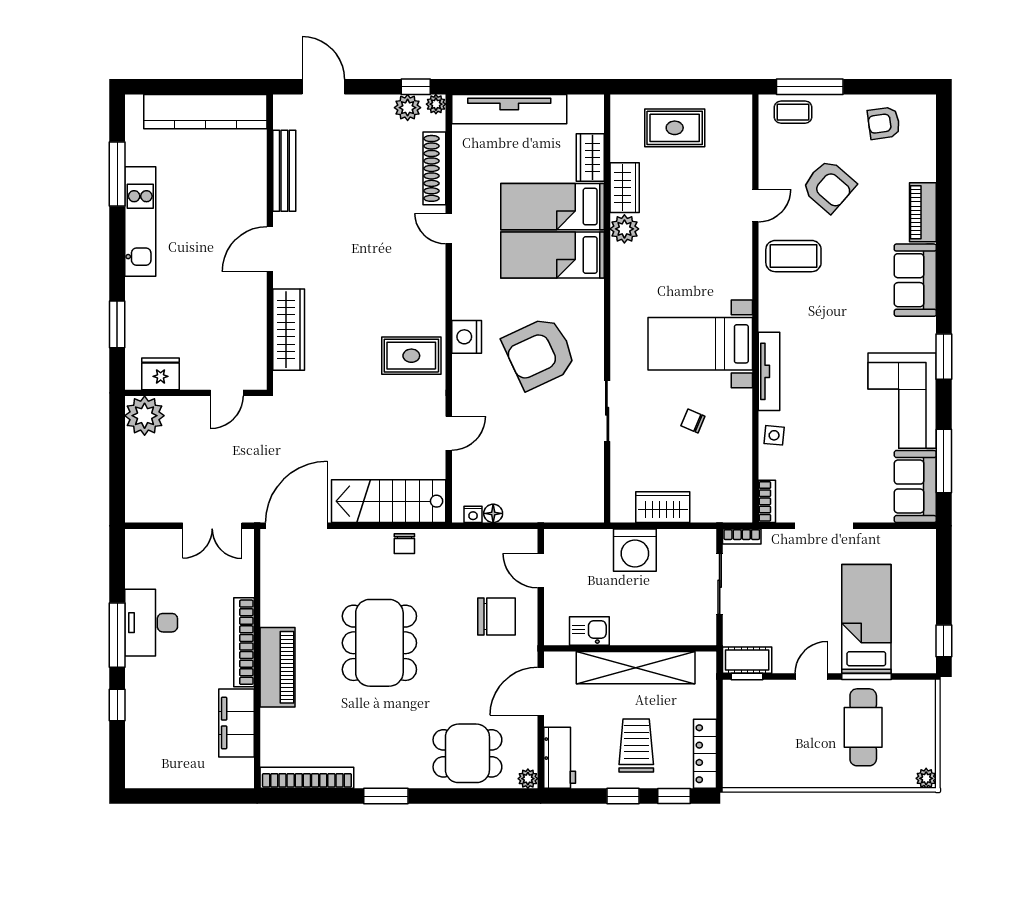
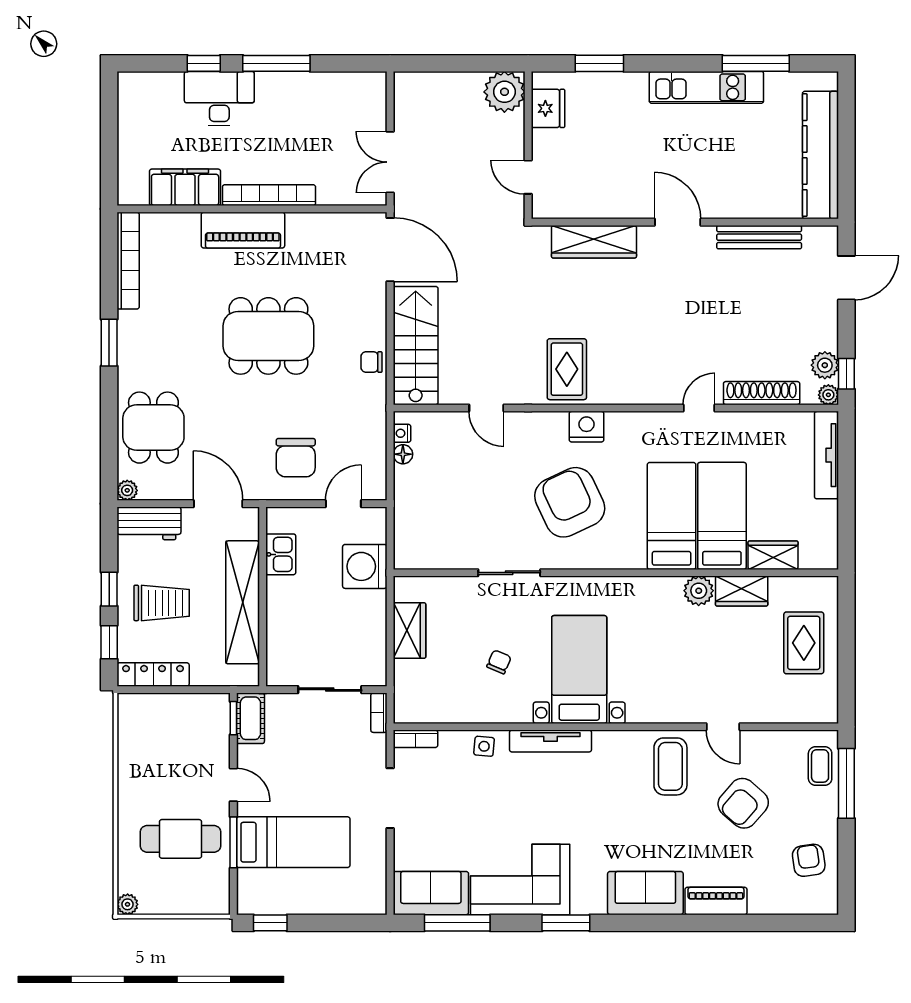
tv unit: (509, 109) -> (827, 455), width x0.73, depth x0.78
washing machine: (635, 550) -> (365, 566), moved
desk: (151, 623) -> (219, 99), moved

